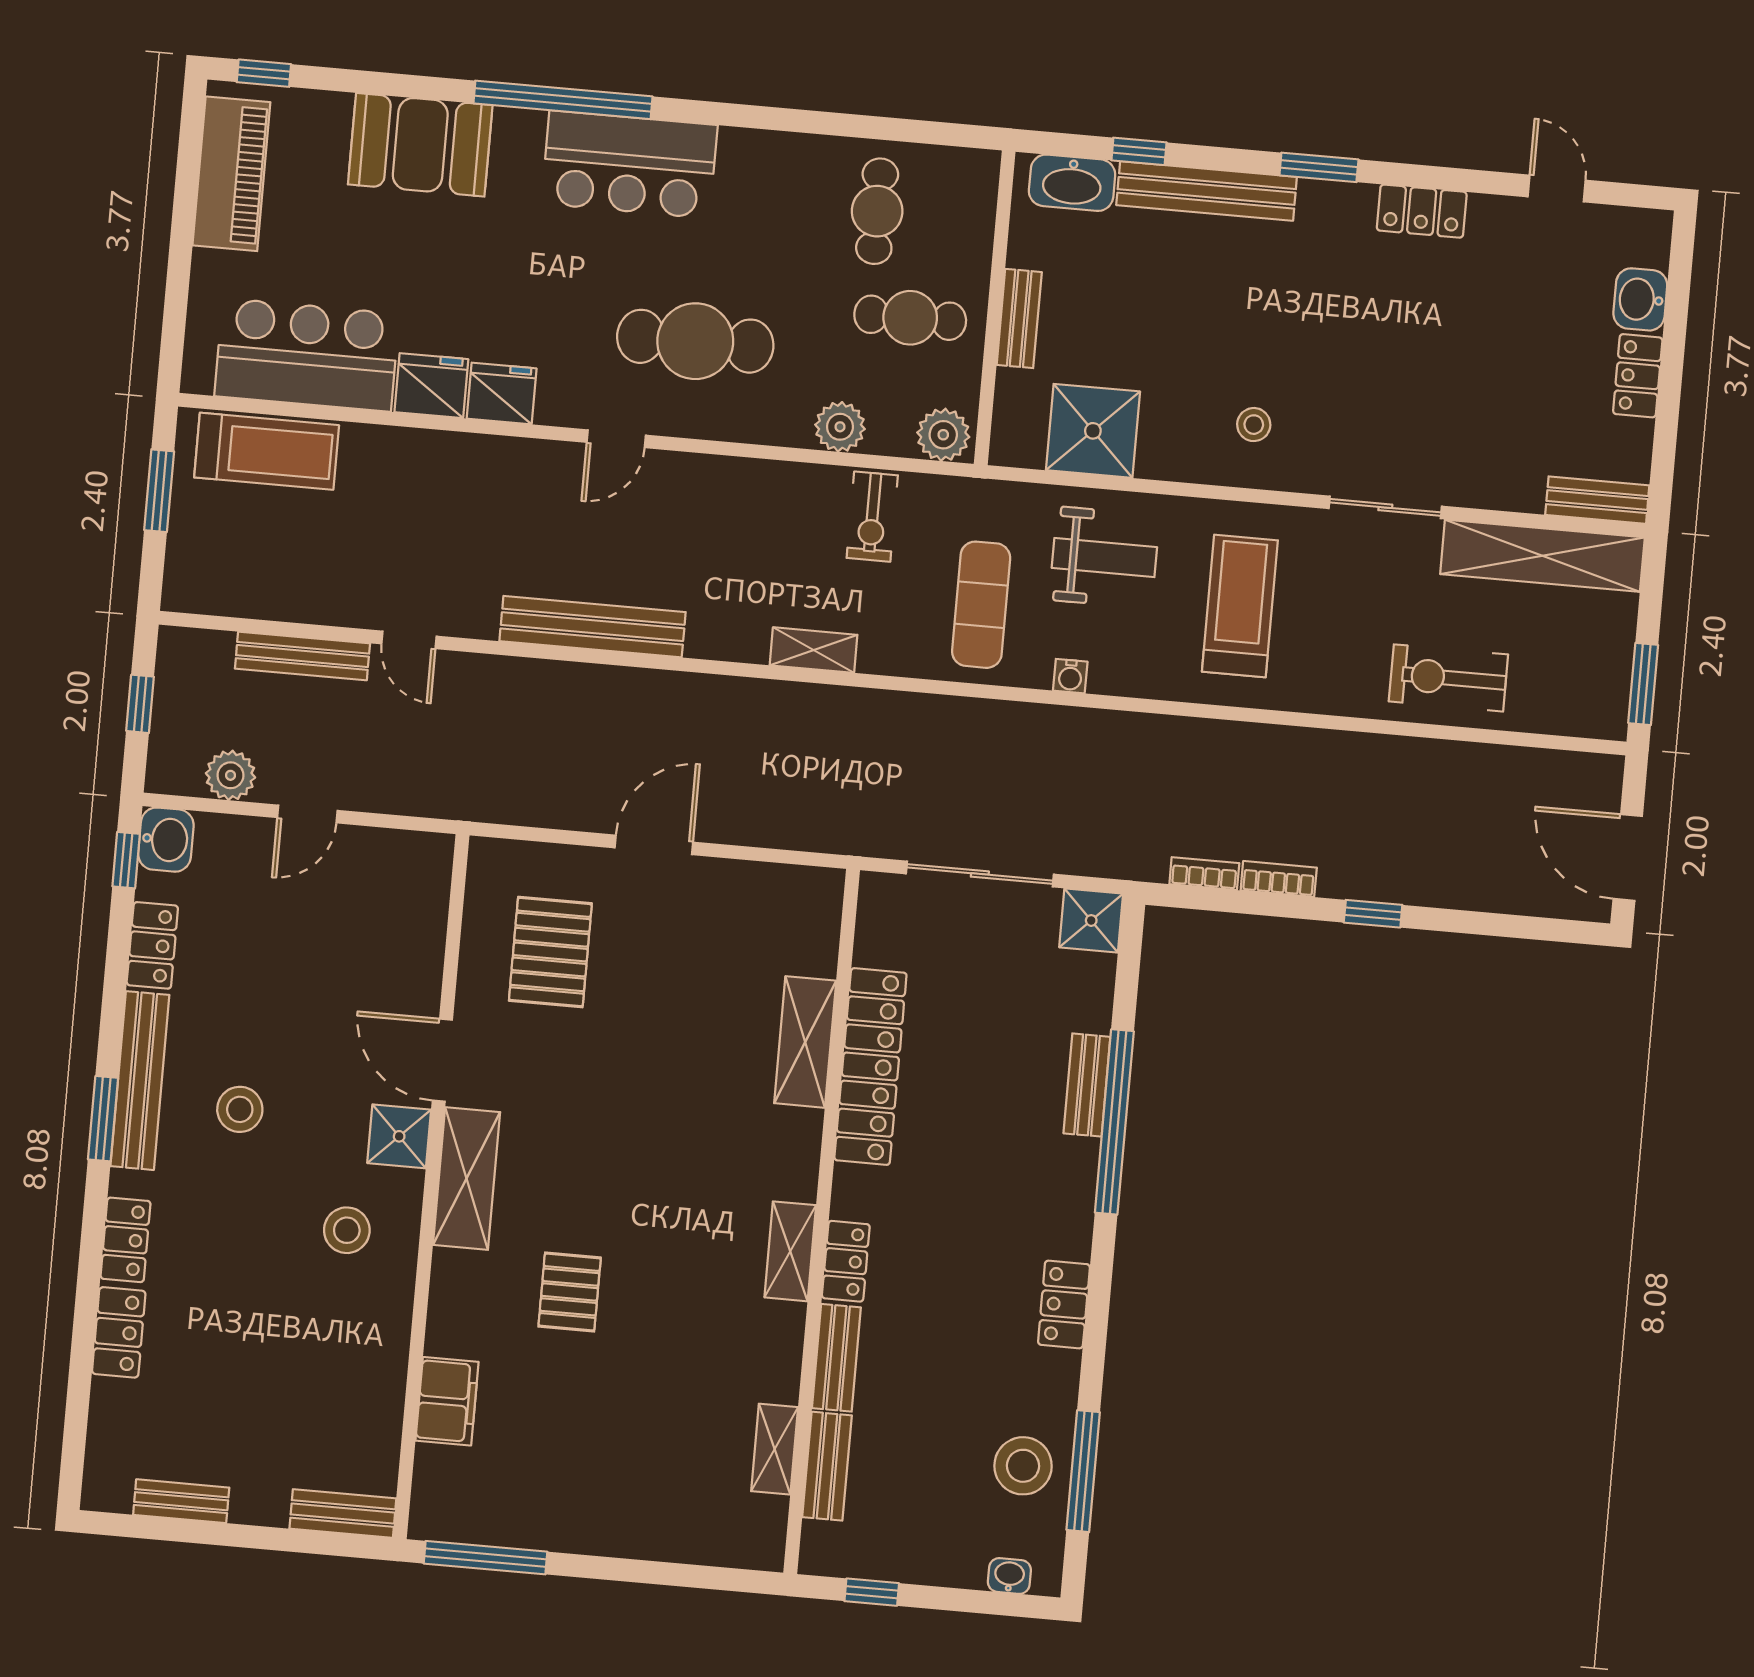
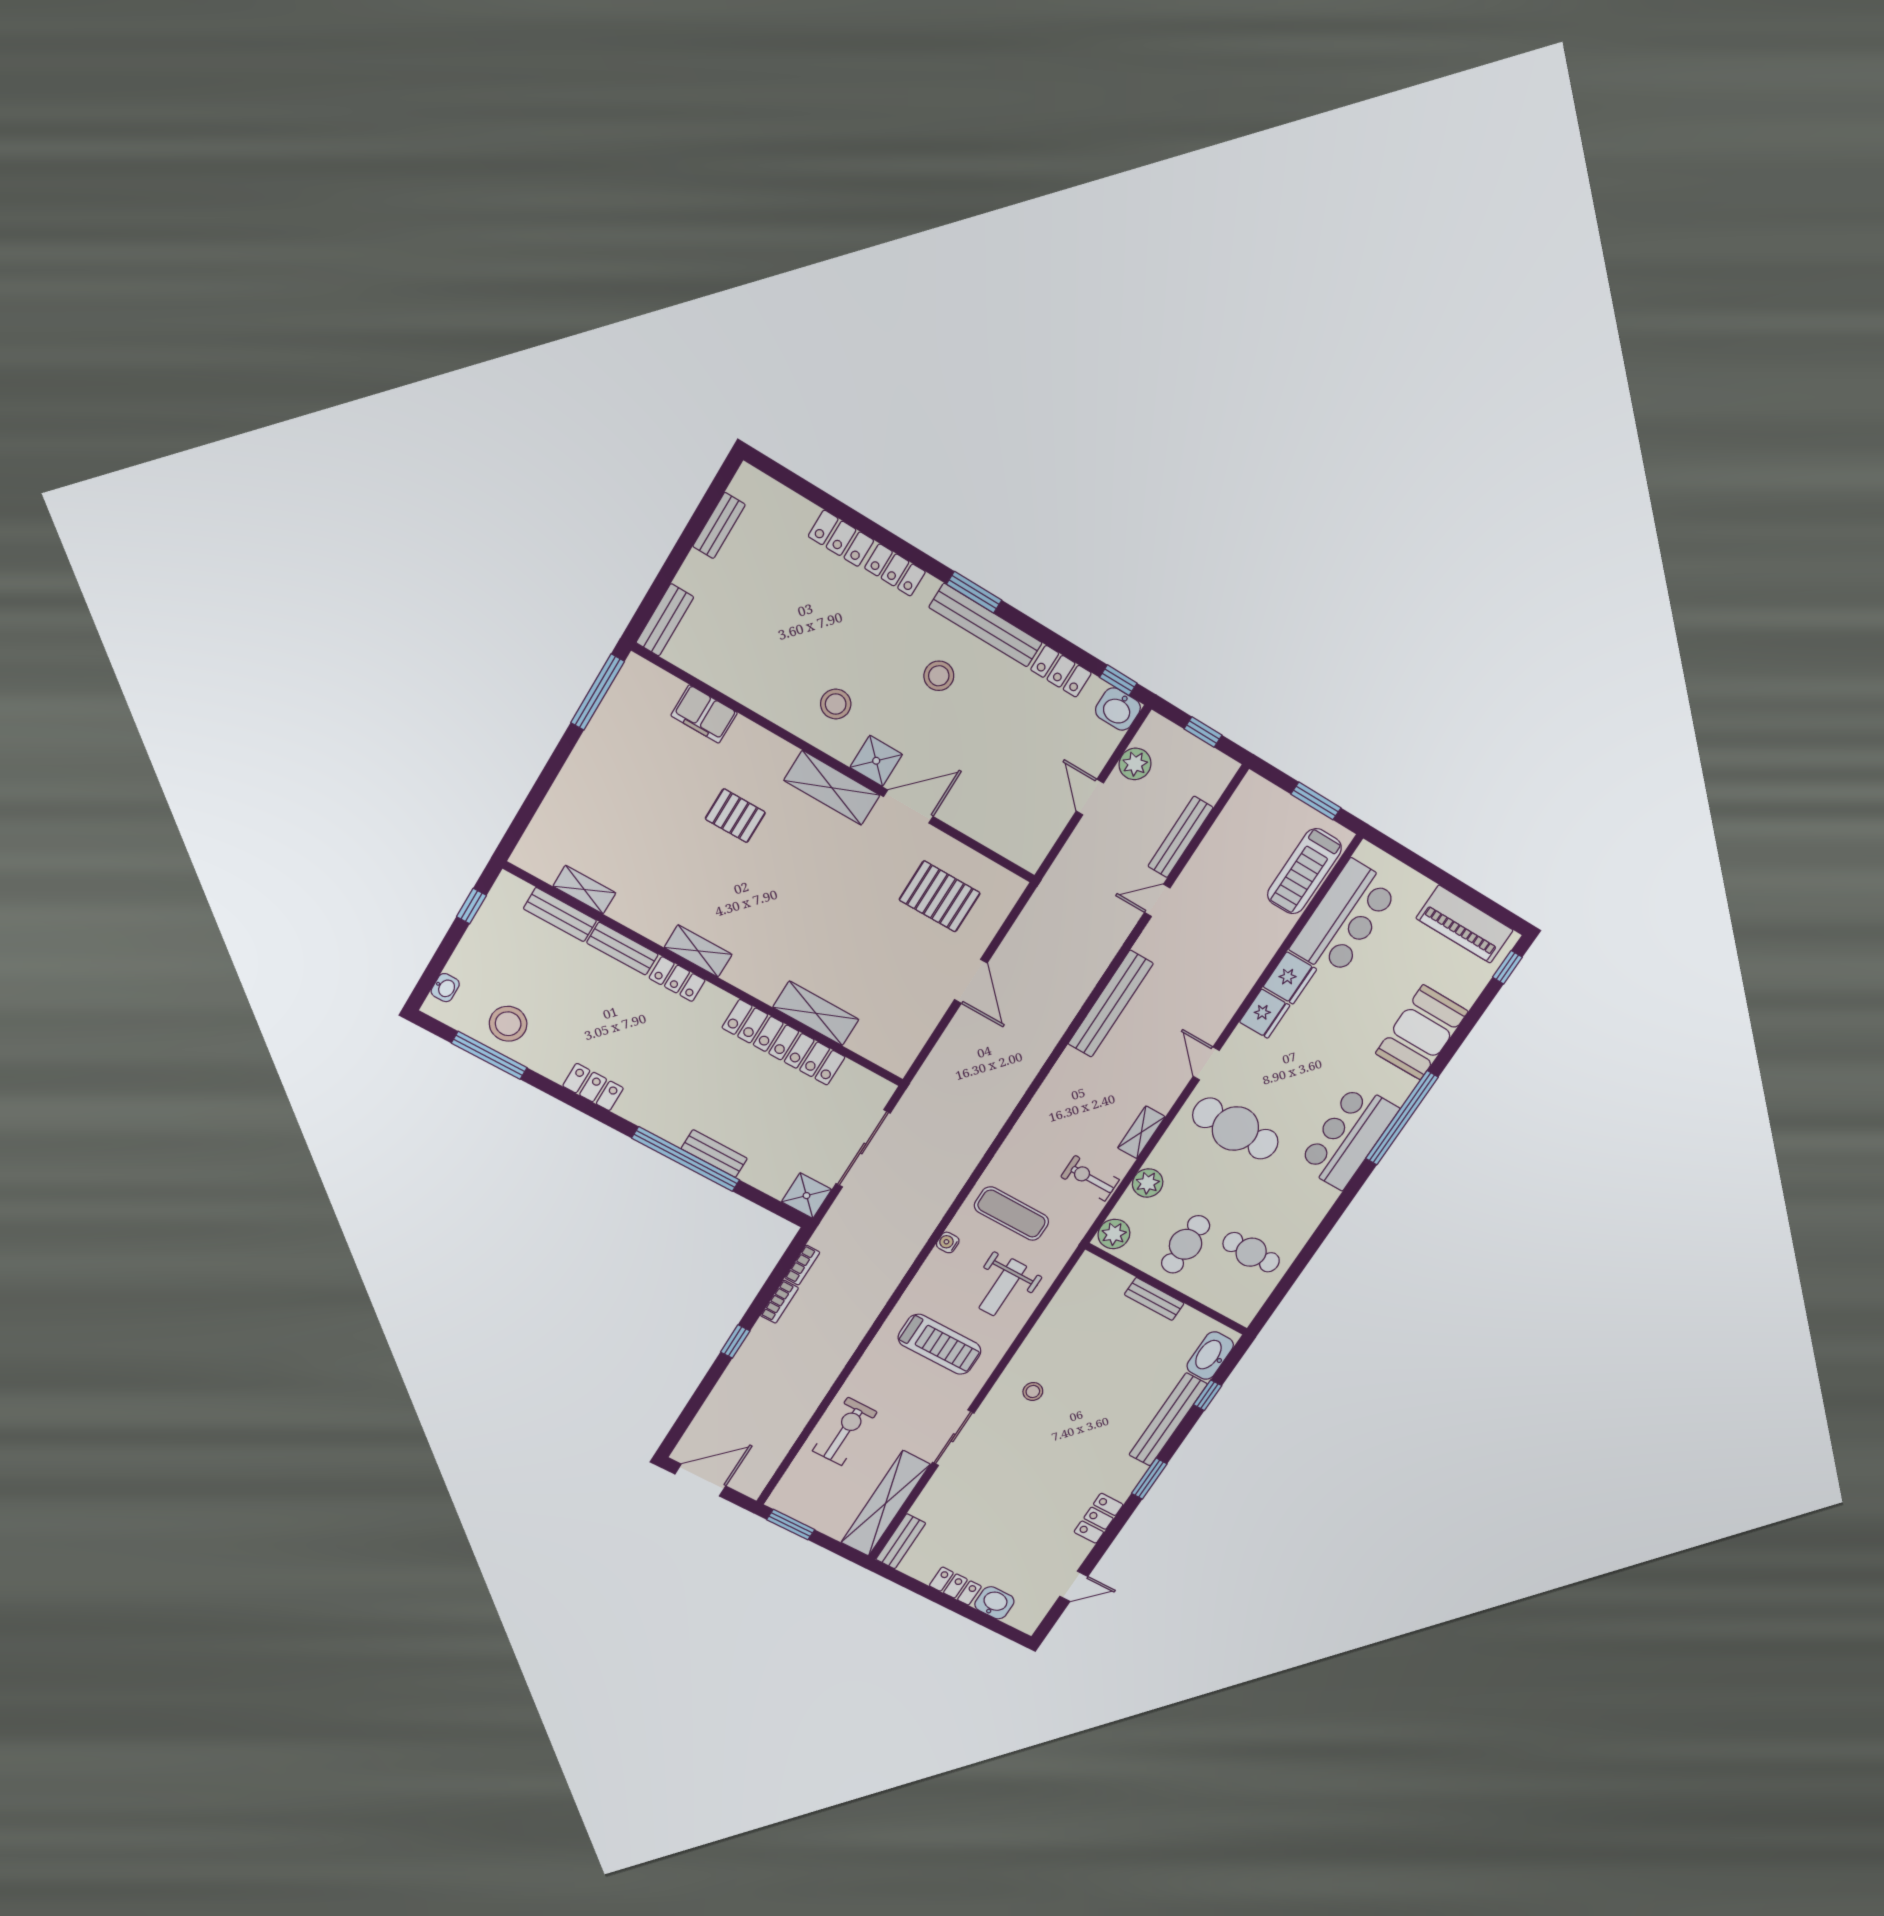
cafe table: (695, 341) -> (1235, 1129), turned 90
shower: (1093, 431) -> (1074, 1310), removed
shelving: (814, 650) -> (1141, 1132), moved

